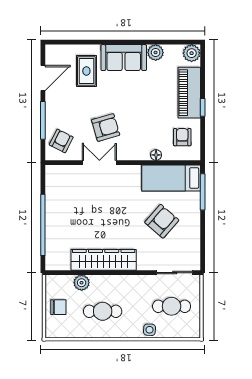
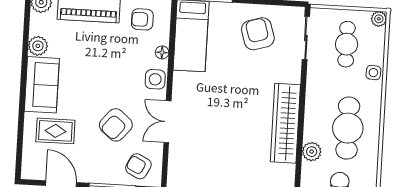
armchair: (106, 128) -> (116, 125), moved, turned -124
side table: (134, 151) -> (155, 79), added
armchair: (162, 221) -> (258, 34), moved, turned 32
cafe table: (103, 311) -> (348, 128), width x1.37, depth x1.35
plant: (194, 332) -> (379, 19), added

